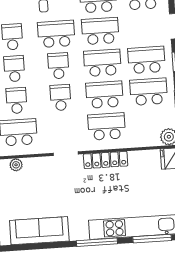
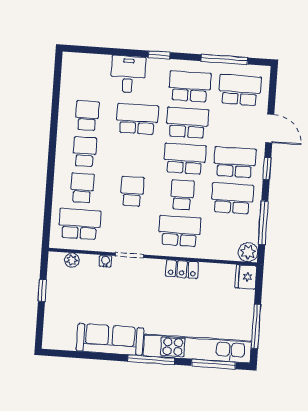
school desk: (58, 66) -> (135, 155), removed
school desk: (105, 95) -> (182, 195), width x0.54
locker: (106, 160) -> (182, 269), width x0.66
water cooler: (45, 162) -> (105, 261), added
sofa: (39, 231) -> (110, 339), moved

